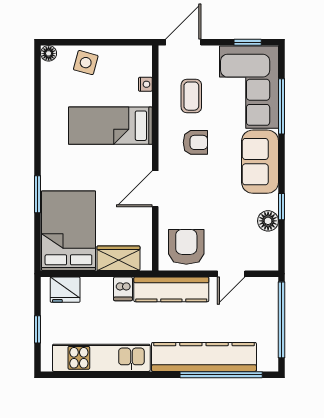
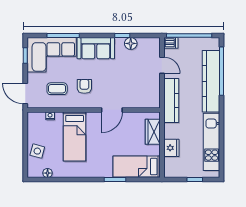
floor lamp: (49, 53) -> (48, 173), moved
door: (155, 189) -> (112, 110), hinge flipped
bed: (68, 231) -> (137, 167), width x0.67
armchair: (186, 247) -> (146, 92), removed
dishwasher: (123, 289) -> (171, 43), moved
fridge: (65, 290) -> (171, 148), moved

